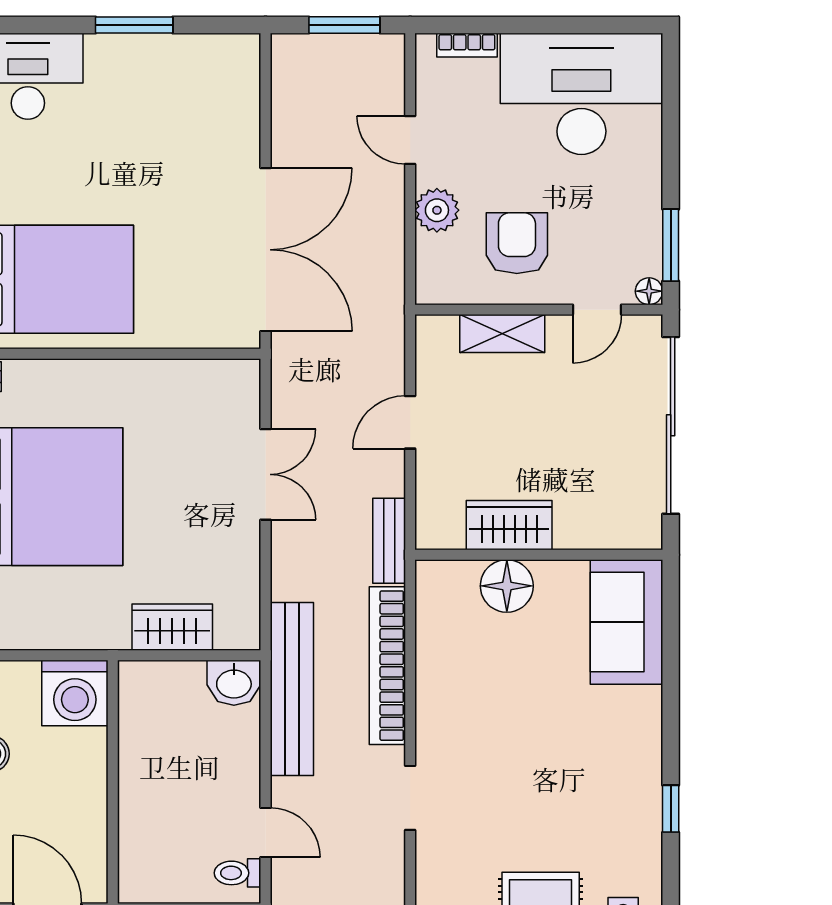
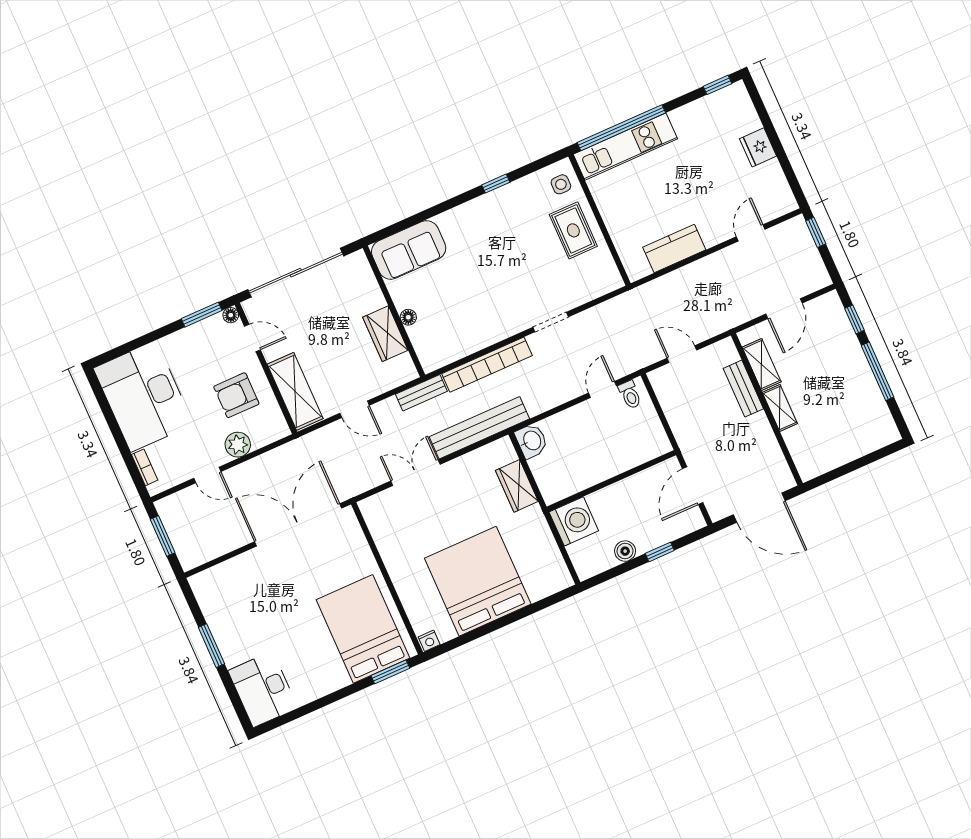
door: (410, 140) -> (207, 475), hinge flipped
shelving: (502, 333) -> (295, 391), width x1.50, depth x1.33
floor lamp: (507, 586) -> (408, 317), width x0.53, depth x0.53
bench: (292, 689) -> (479, 428), moved

